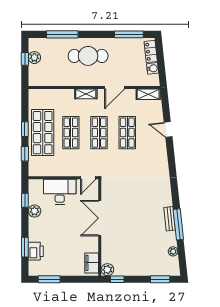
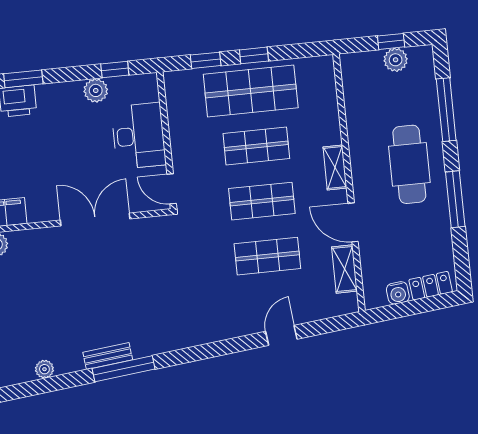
window: (129, 34) -> (455, 199), moved
shelving: (148, 94) -> (345, 269), moved
window: (178, 224) -> (124, 369), moved

